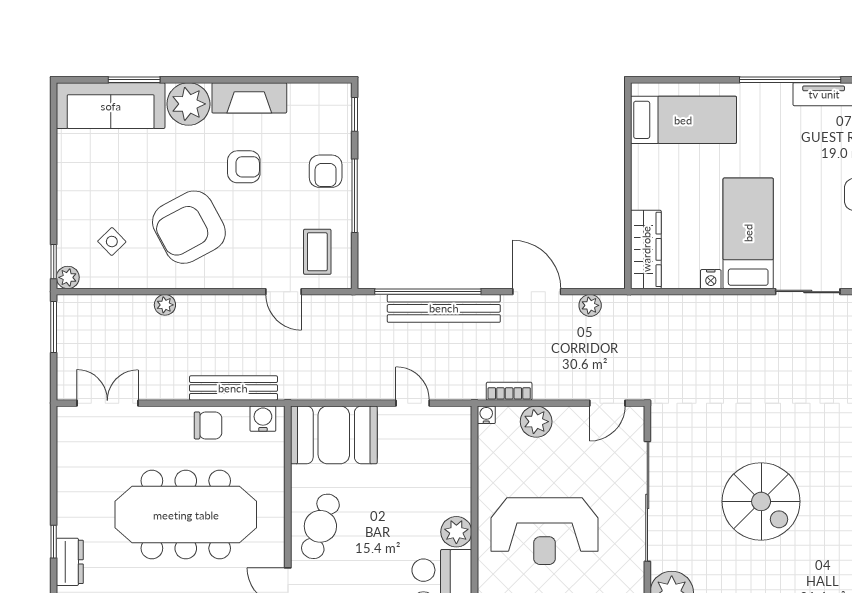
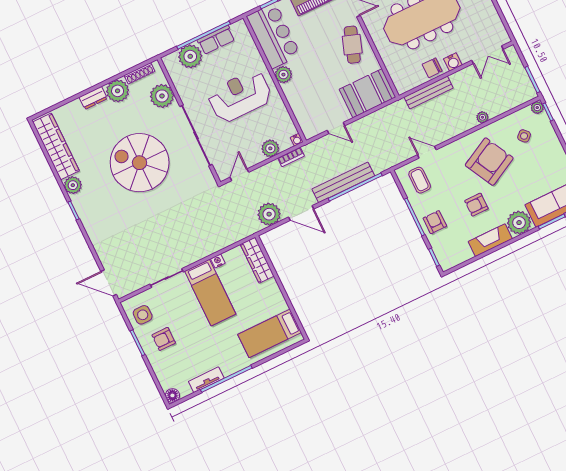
plant: (590, 305) -> (269, 214), width x1.88, depth x1.88
water cooler: (263, 419) -> (453, 62), moved
spiral stairs: (761, 501) -> (140, 163), width x1.37, depth x1.37

